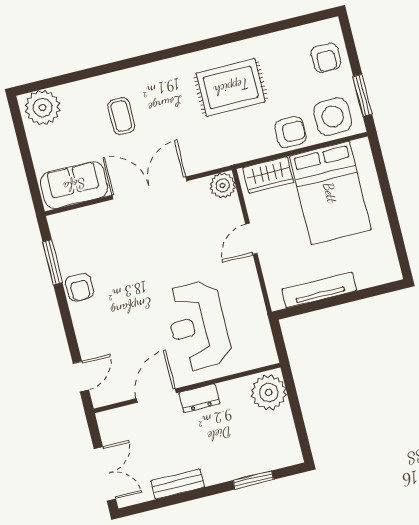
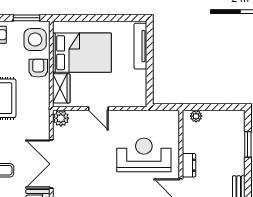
tv unit: (319, 290) -> (140, 46), moved
reception desk: (198, 326) -> (144, 155), turned 180
plant: (269, 392) -> (196, 116), width x0.53, depth x0.53

